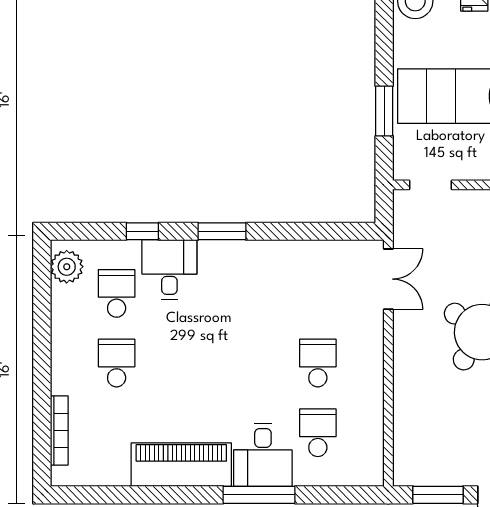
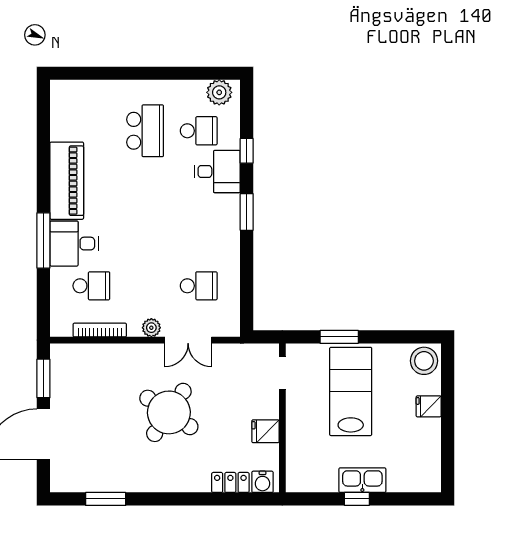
double door: (388, 279) -> (188, 340), moved
plant: (372, 355) -> (151, 328), added
school desk: (117, 363) -> (145, 131), width x1.85
school desk: (318, 363) -> (199, 286), moved
bookcase: (59, 430) -> (100, 330), moved, turned 180

